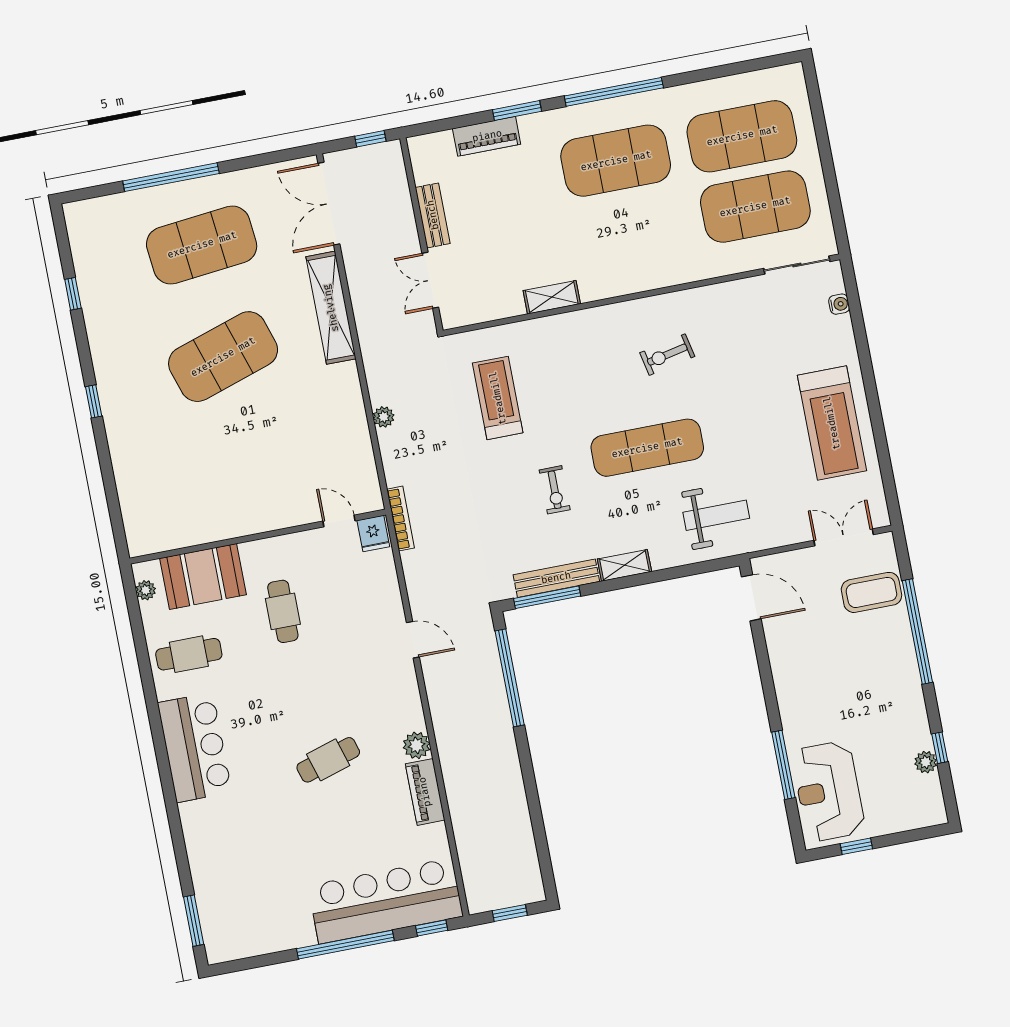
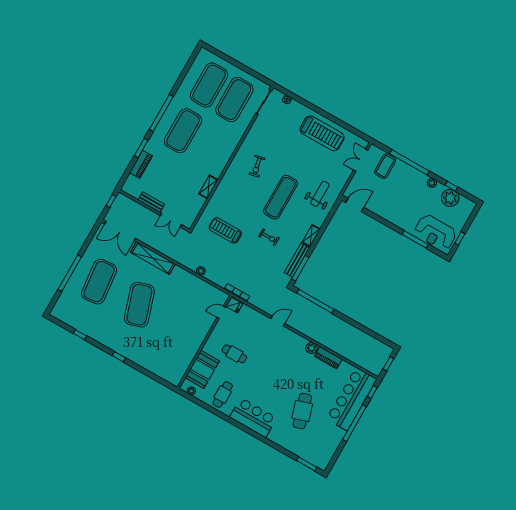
plant: (915, 706) -> (432, 183), added
cafe table: (328, 760) -> (302, 411), moved, width x1.37, depth x1.35
plant: (926, 762) -> (450, 198), width x1.88, depth x1.88

